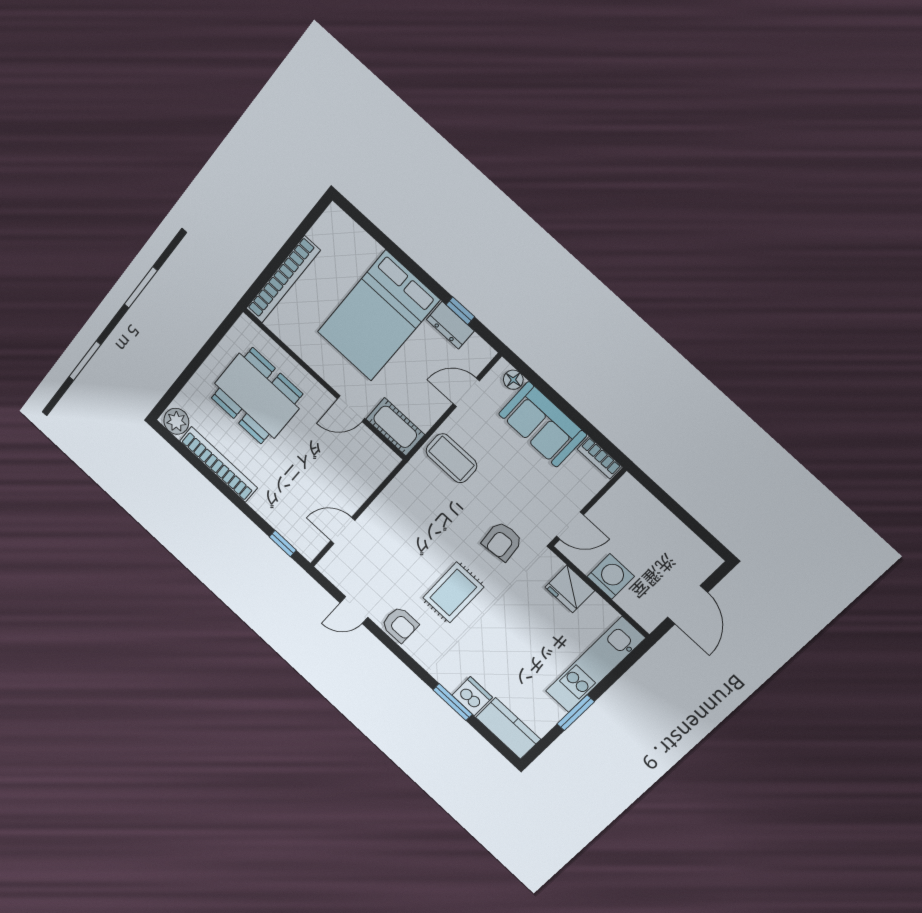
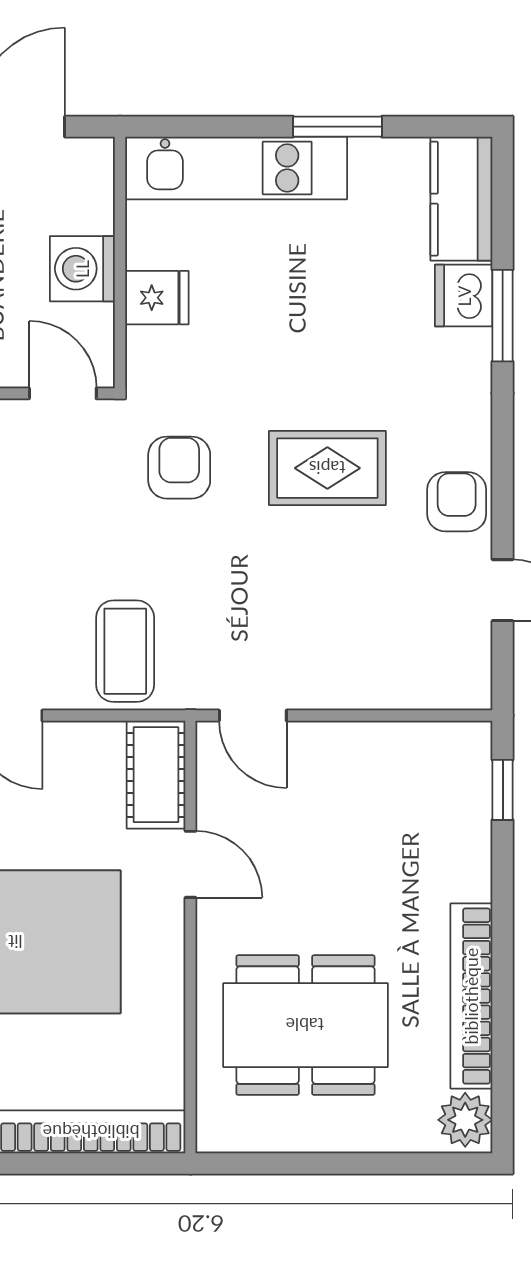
dining table: (257, 396) -> (305, 1025), turned 90
door: (343, 531) -> (253, 716), moved
armchair: (502, 541) -> (179, 468), turned -85
fridge: (570, 589) -> (157, 298), width x0.72

